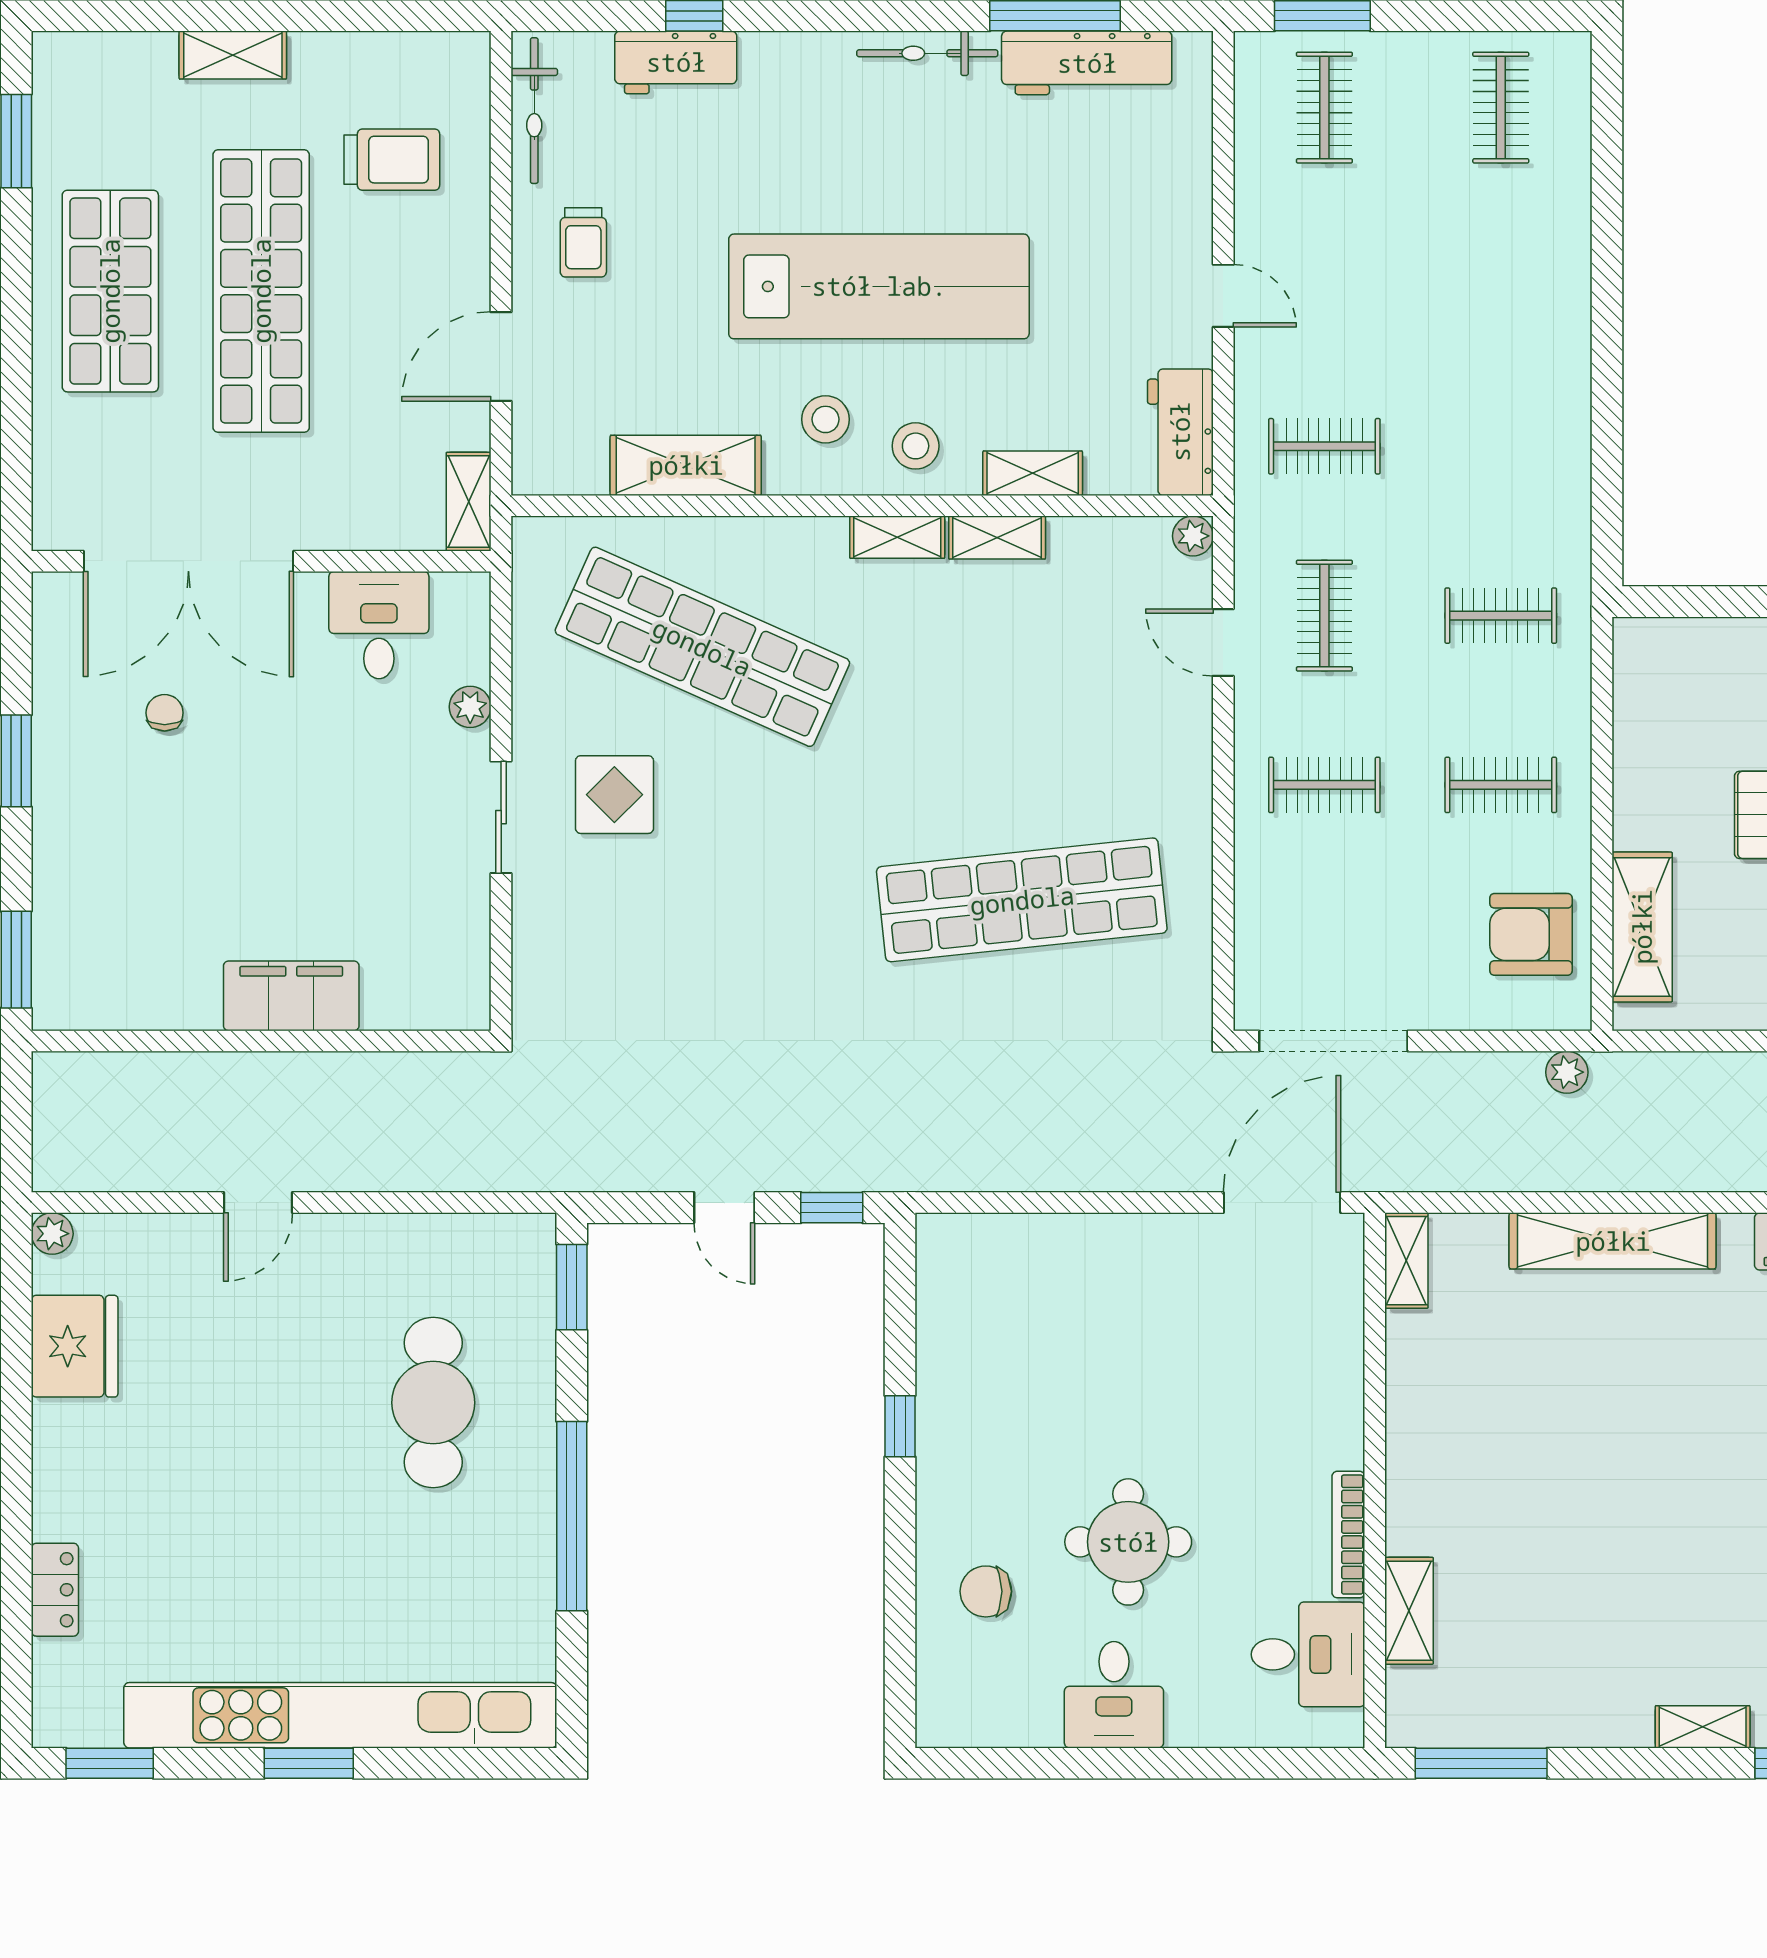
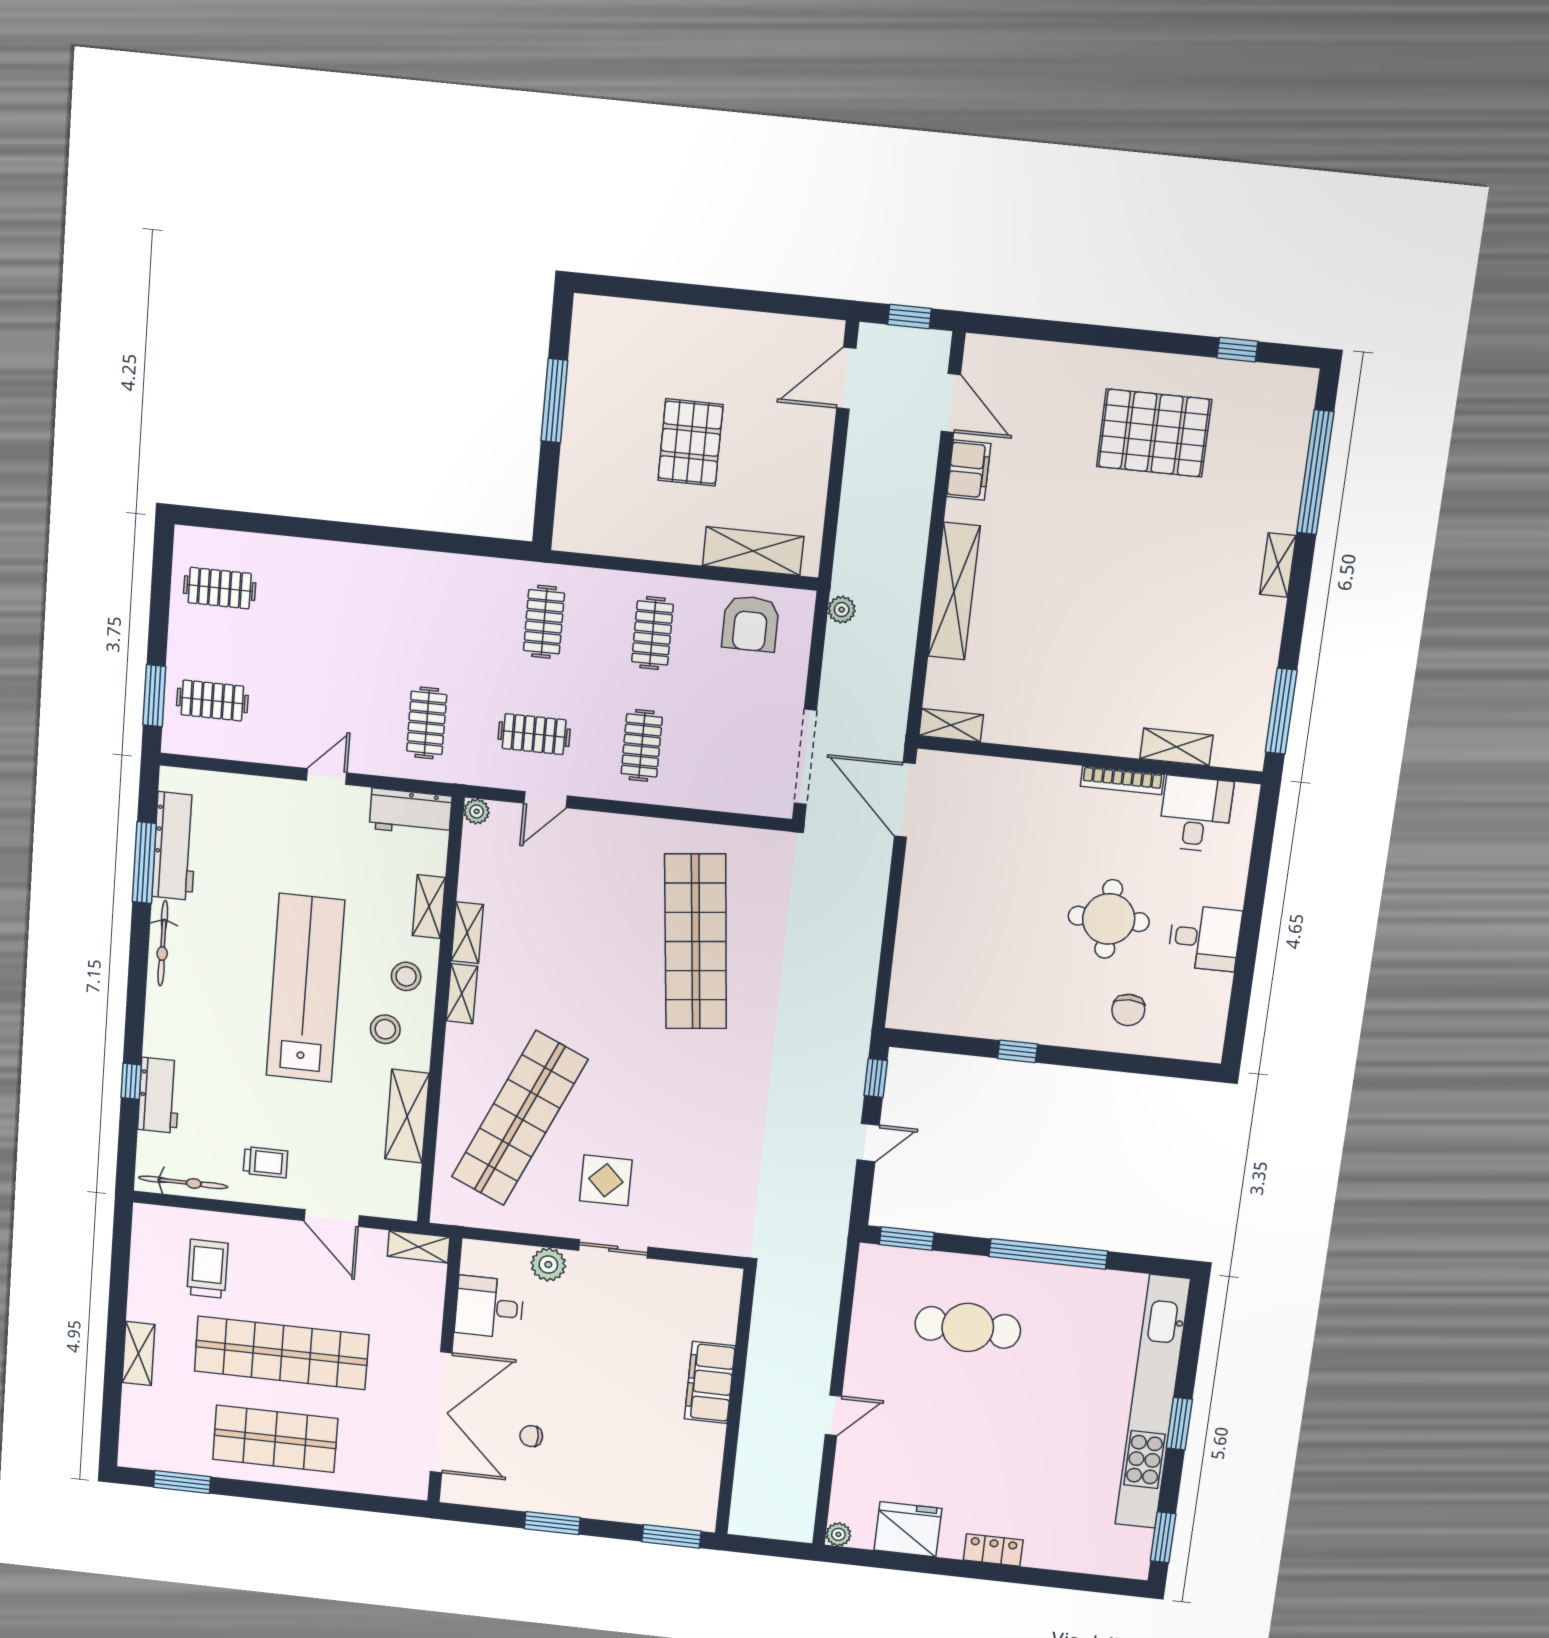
plant: (470, 707) -> (548, 1265), width x1.38, depth x1.38
door: (258, 1203) -> (833, 1415), hinge flipped
locker: (55, 1590) -> (993, 1550), moved

